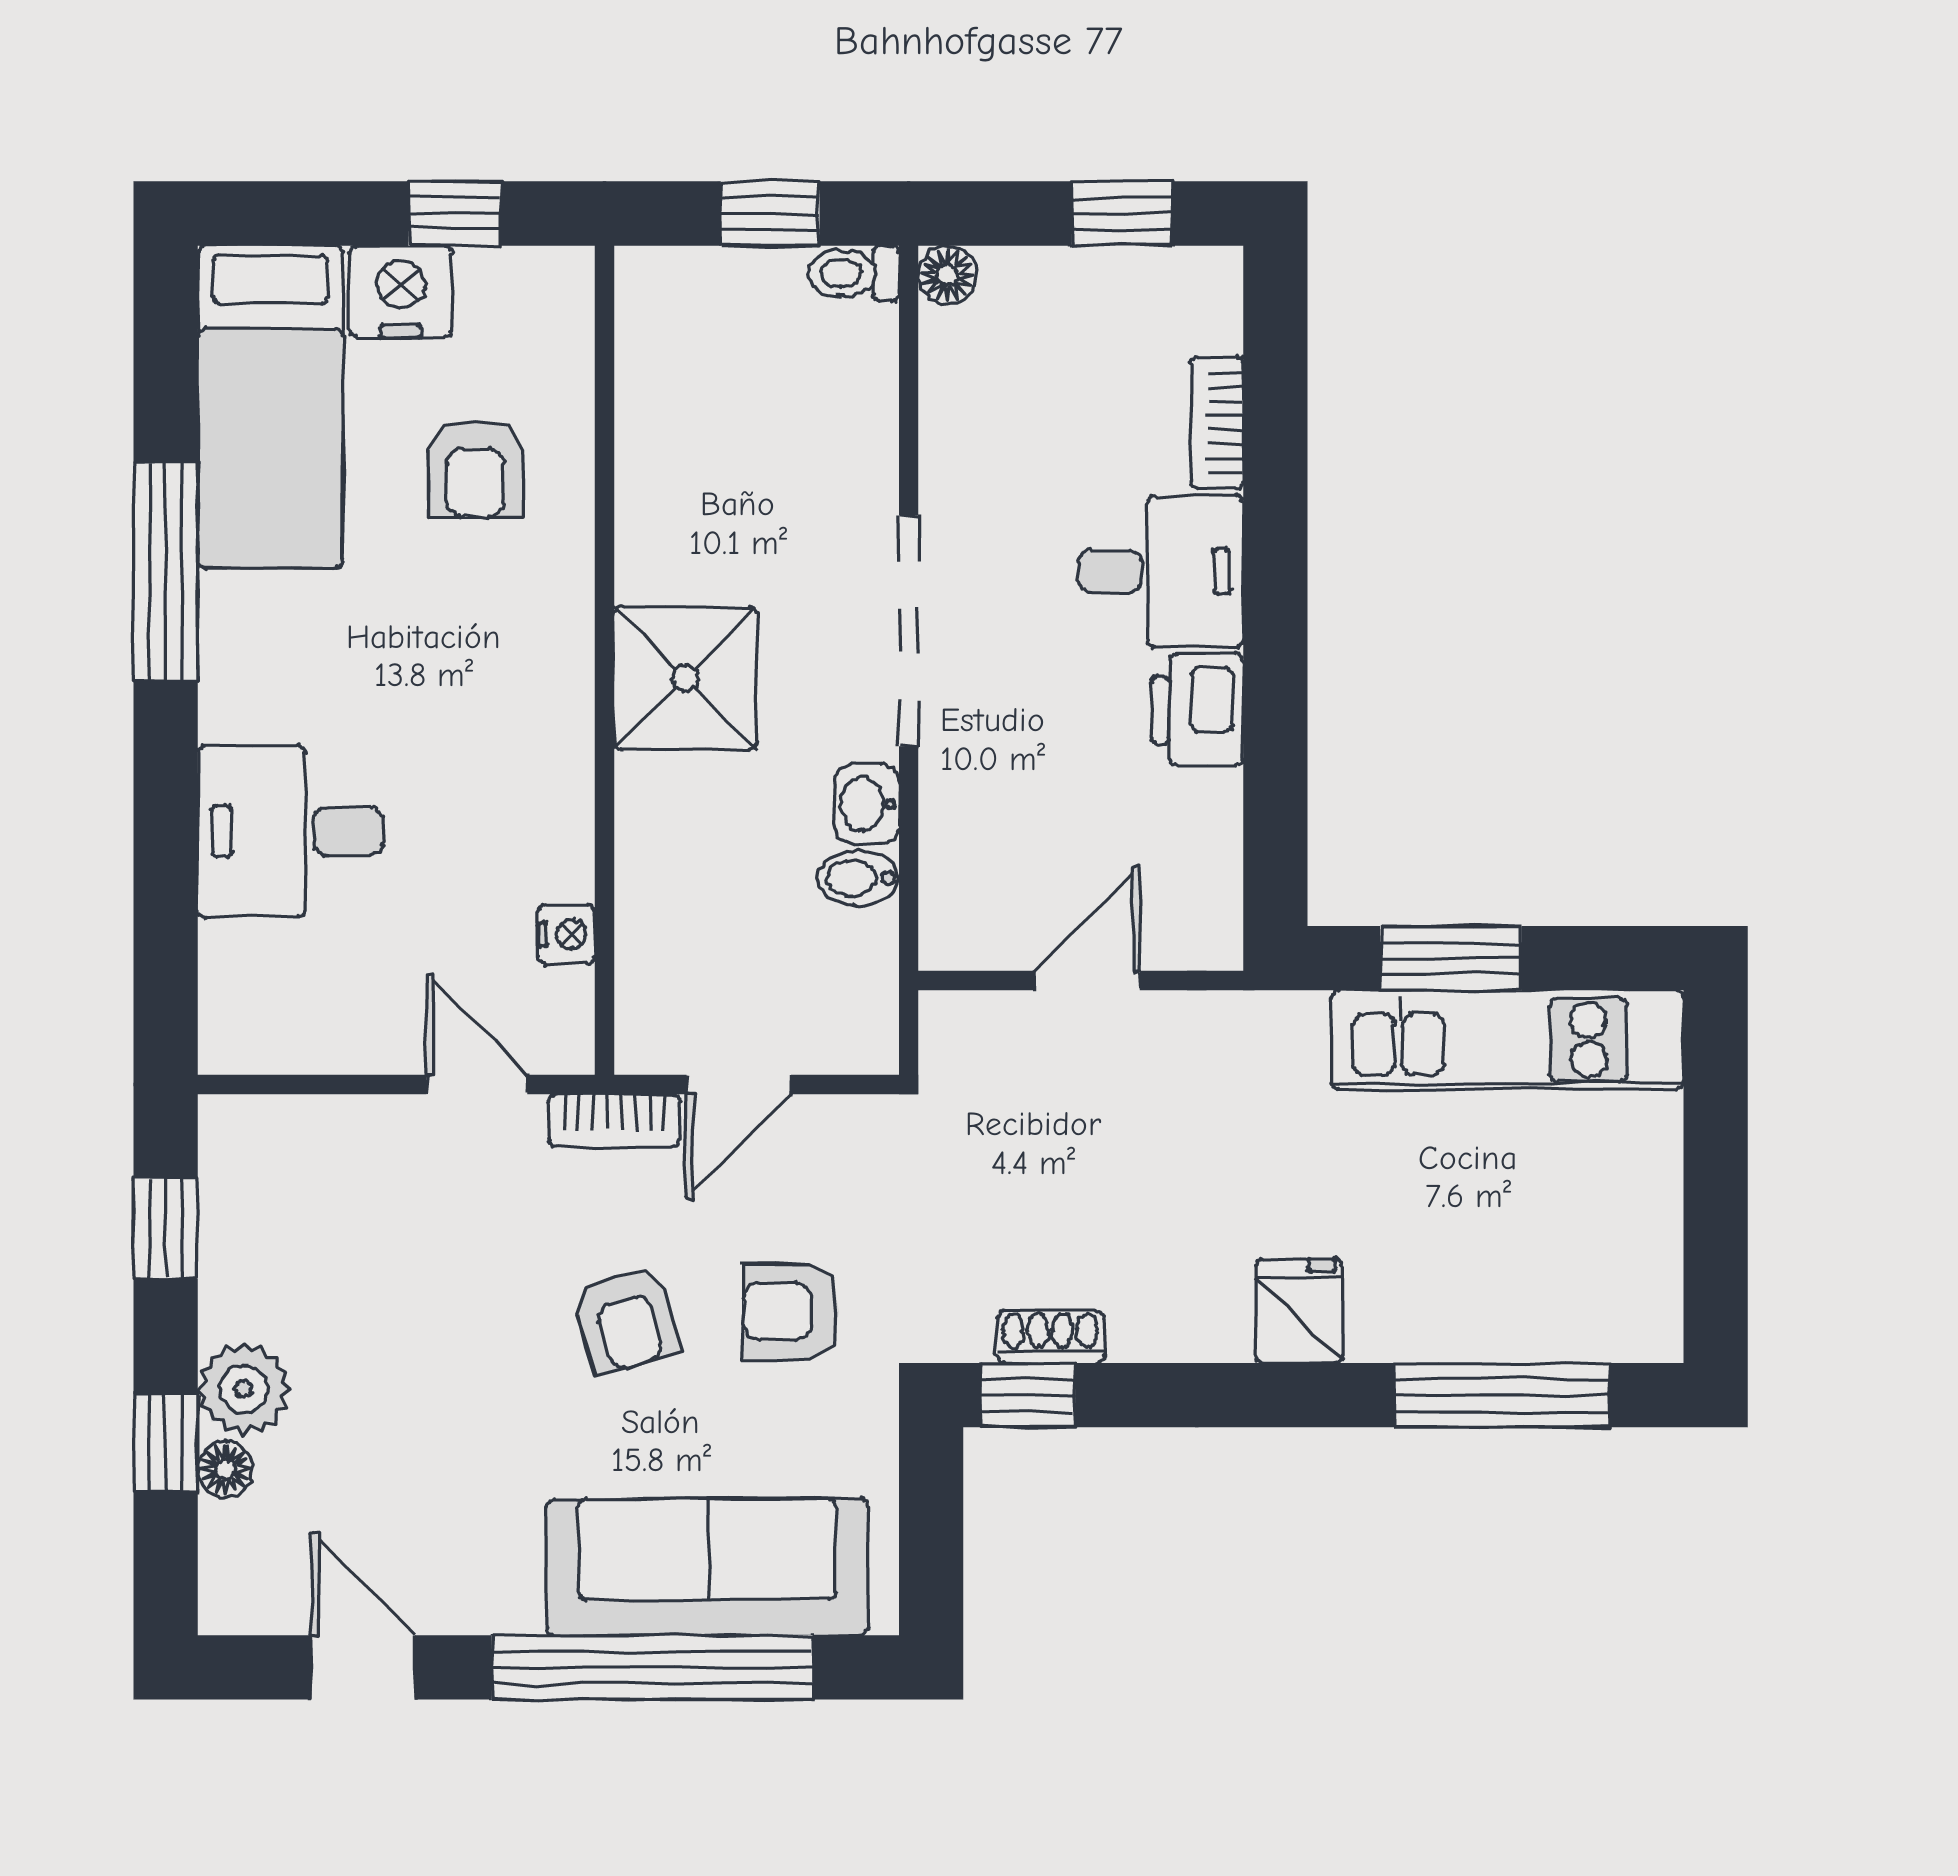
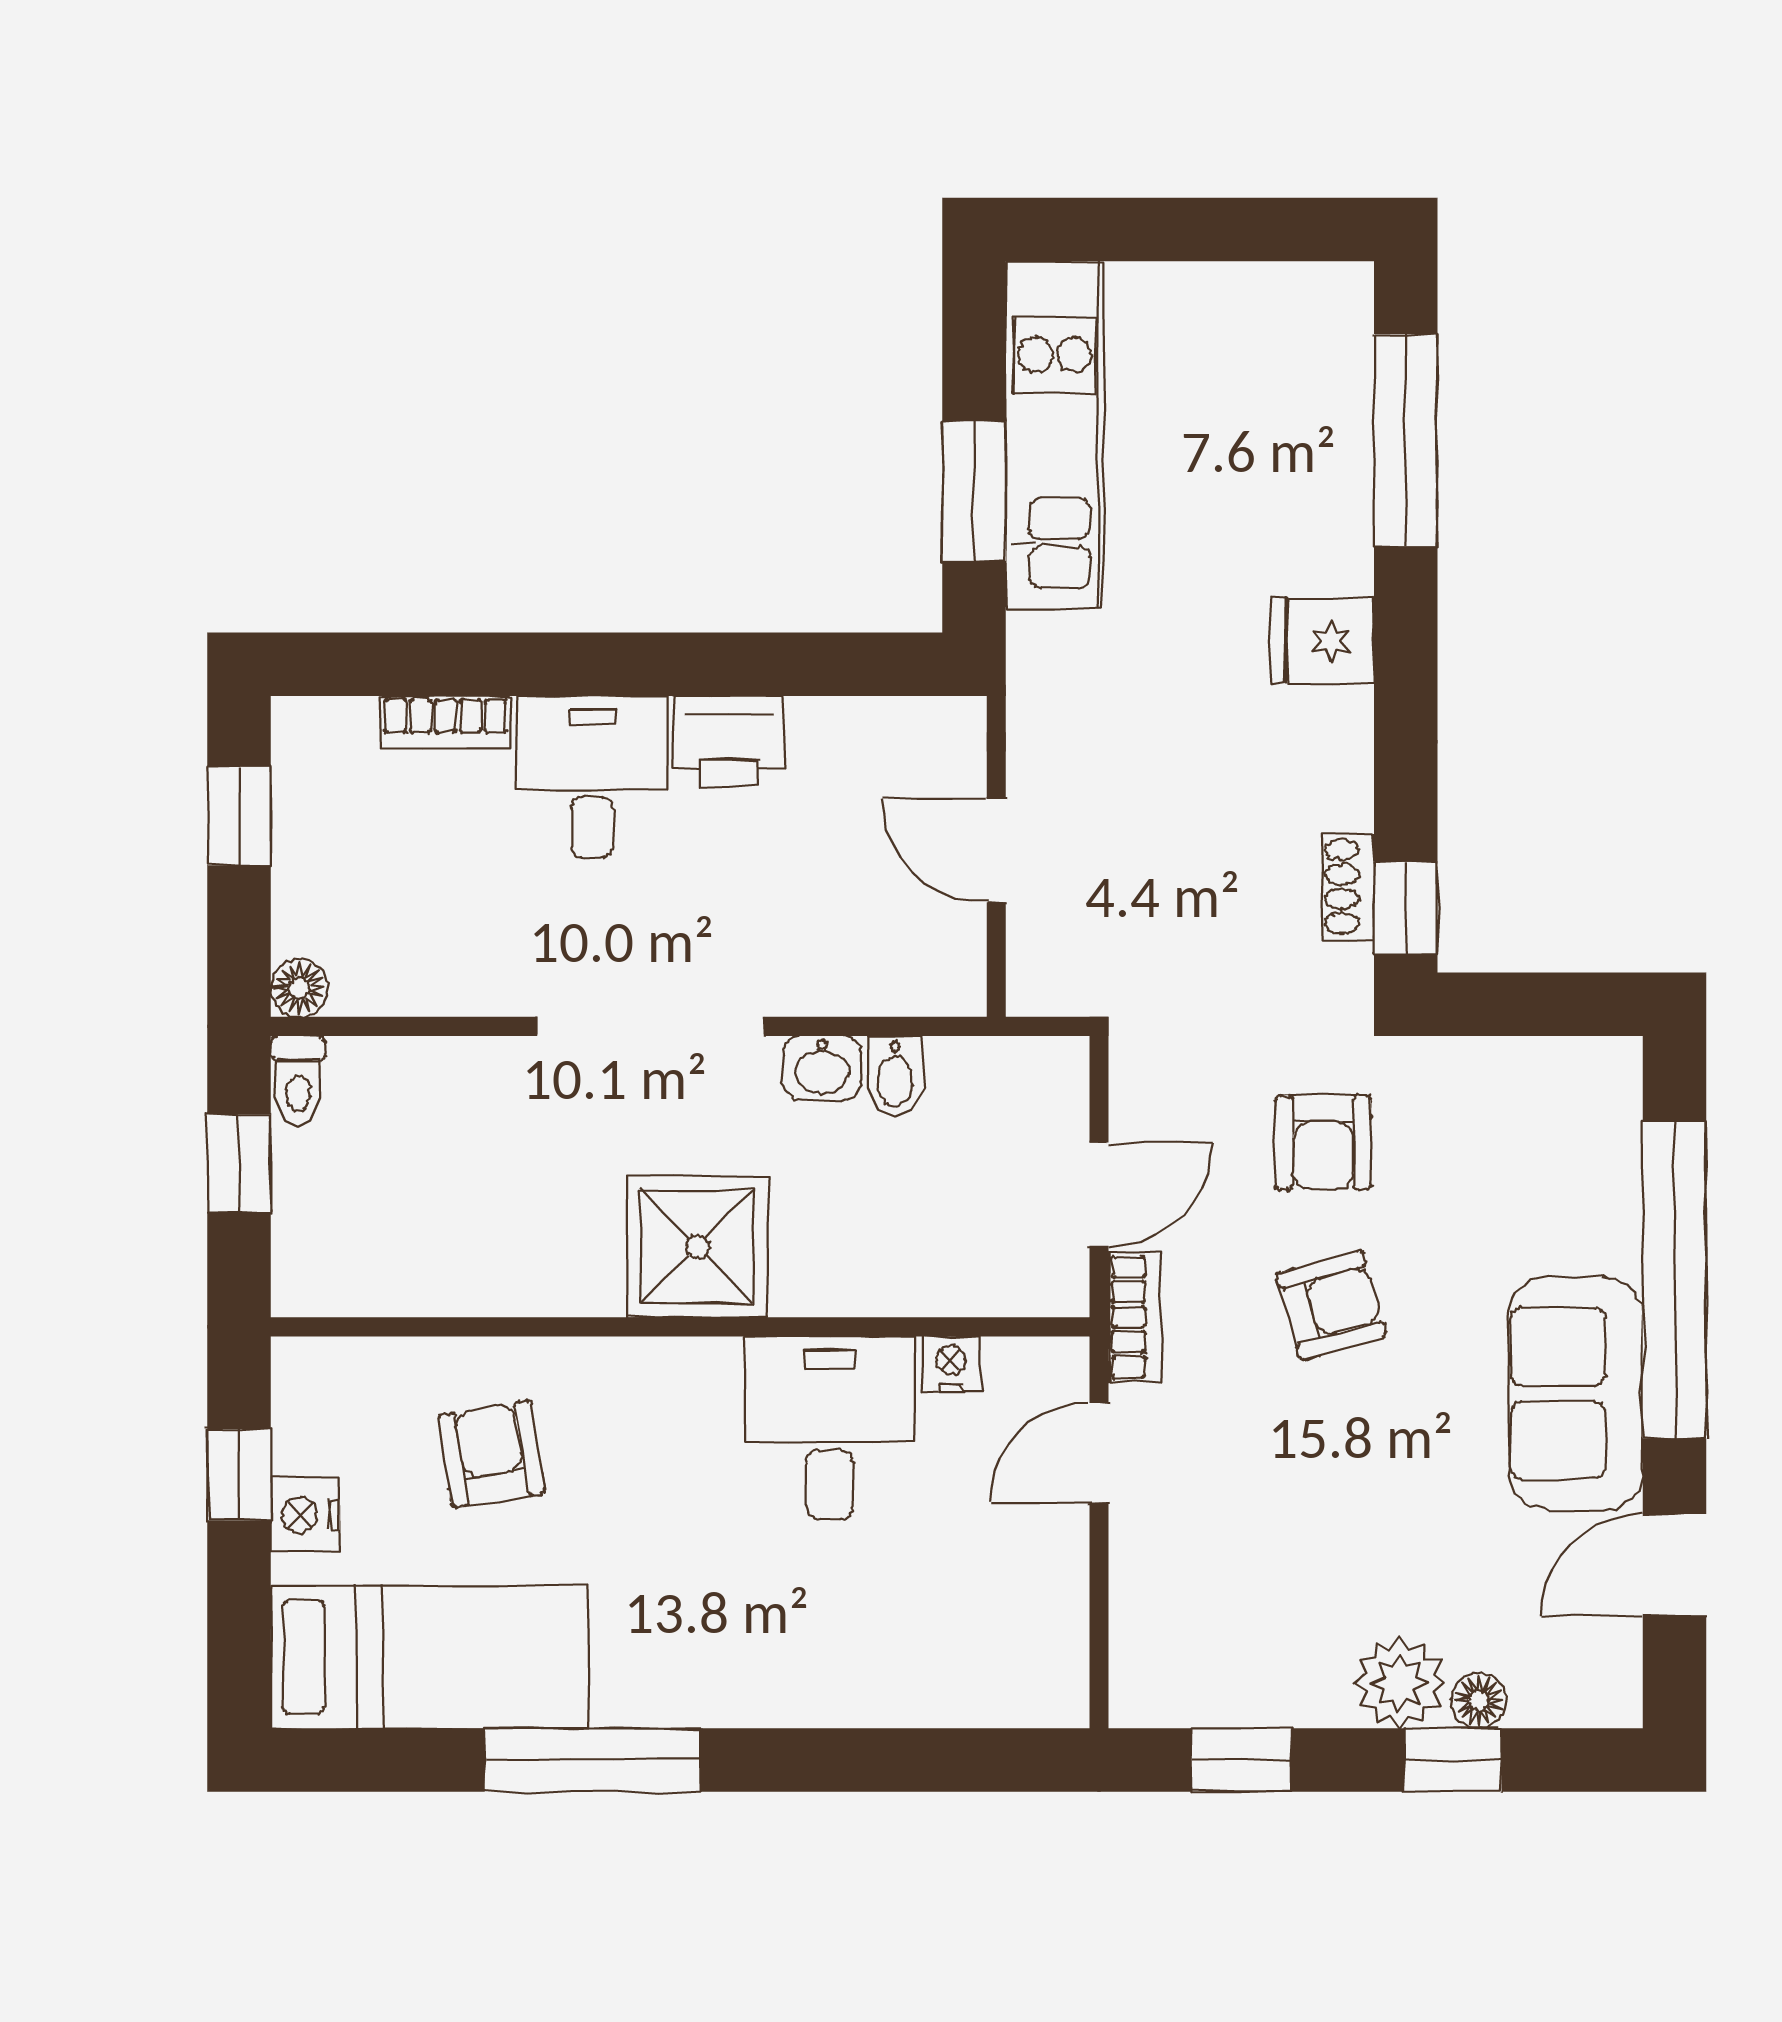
nightstand: (401, 292) -> (305, 1515), width x0.74, depth x0.75
armchair: (475, 469) -> (491, 1454), turned -99
desk: (291, 831) -> (830, 1428), moved, turned 180
door: (739, 1085) -> (1099, 1194), hinge flipped
sofa: (707, 1567) -> (1575, 1393), moved, width x0.73

